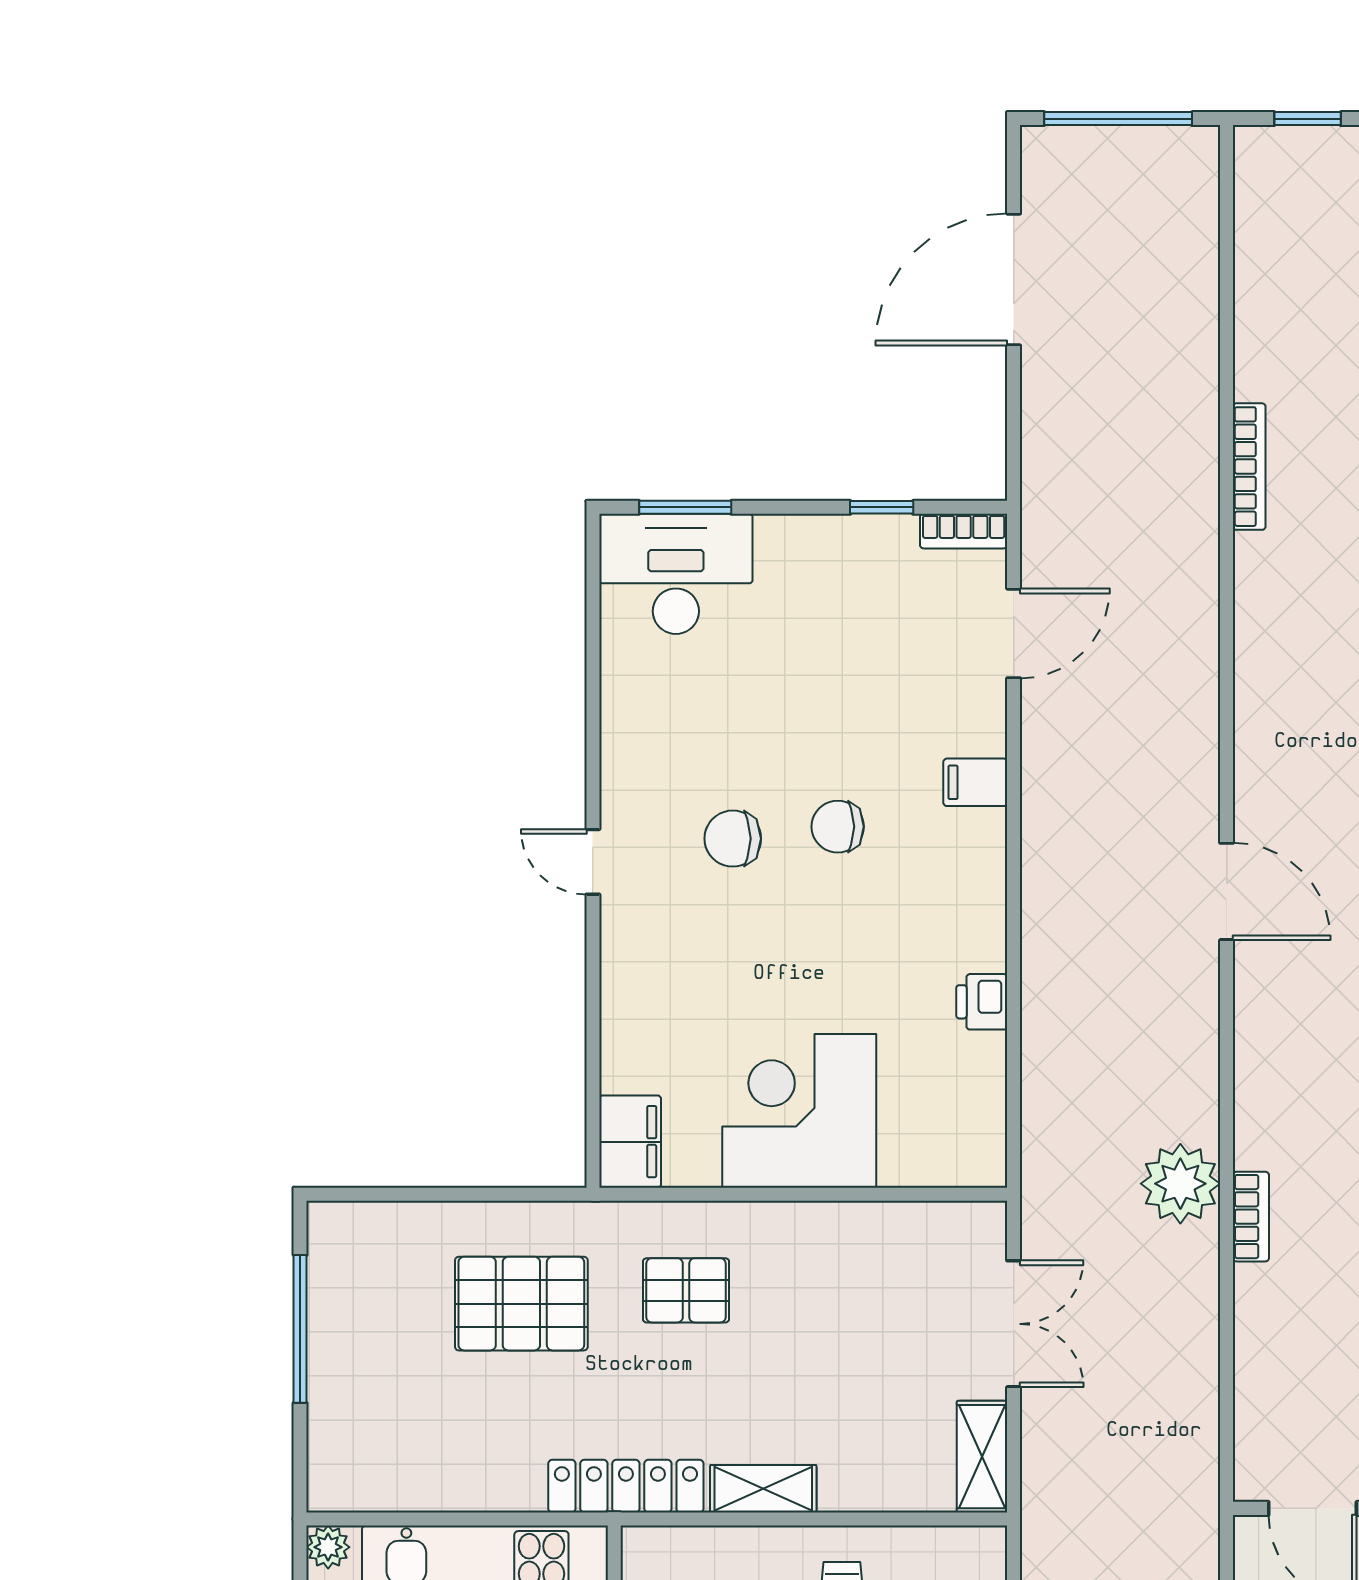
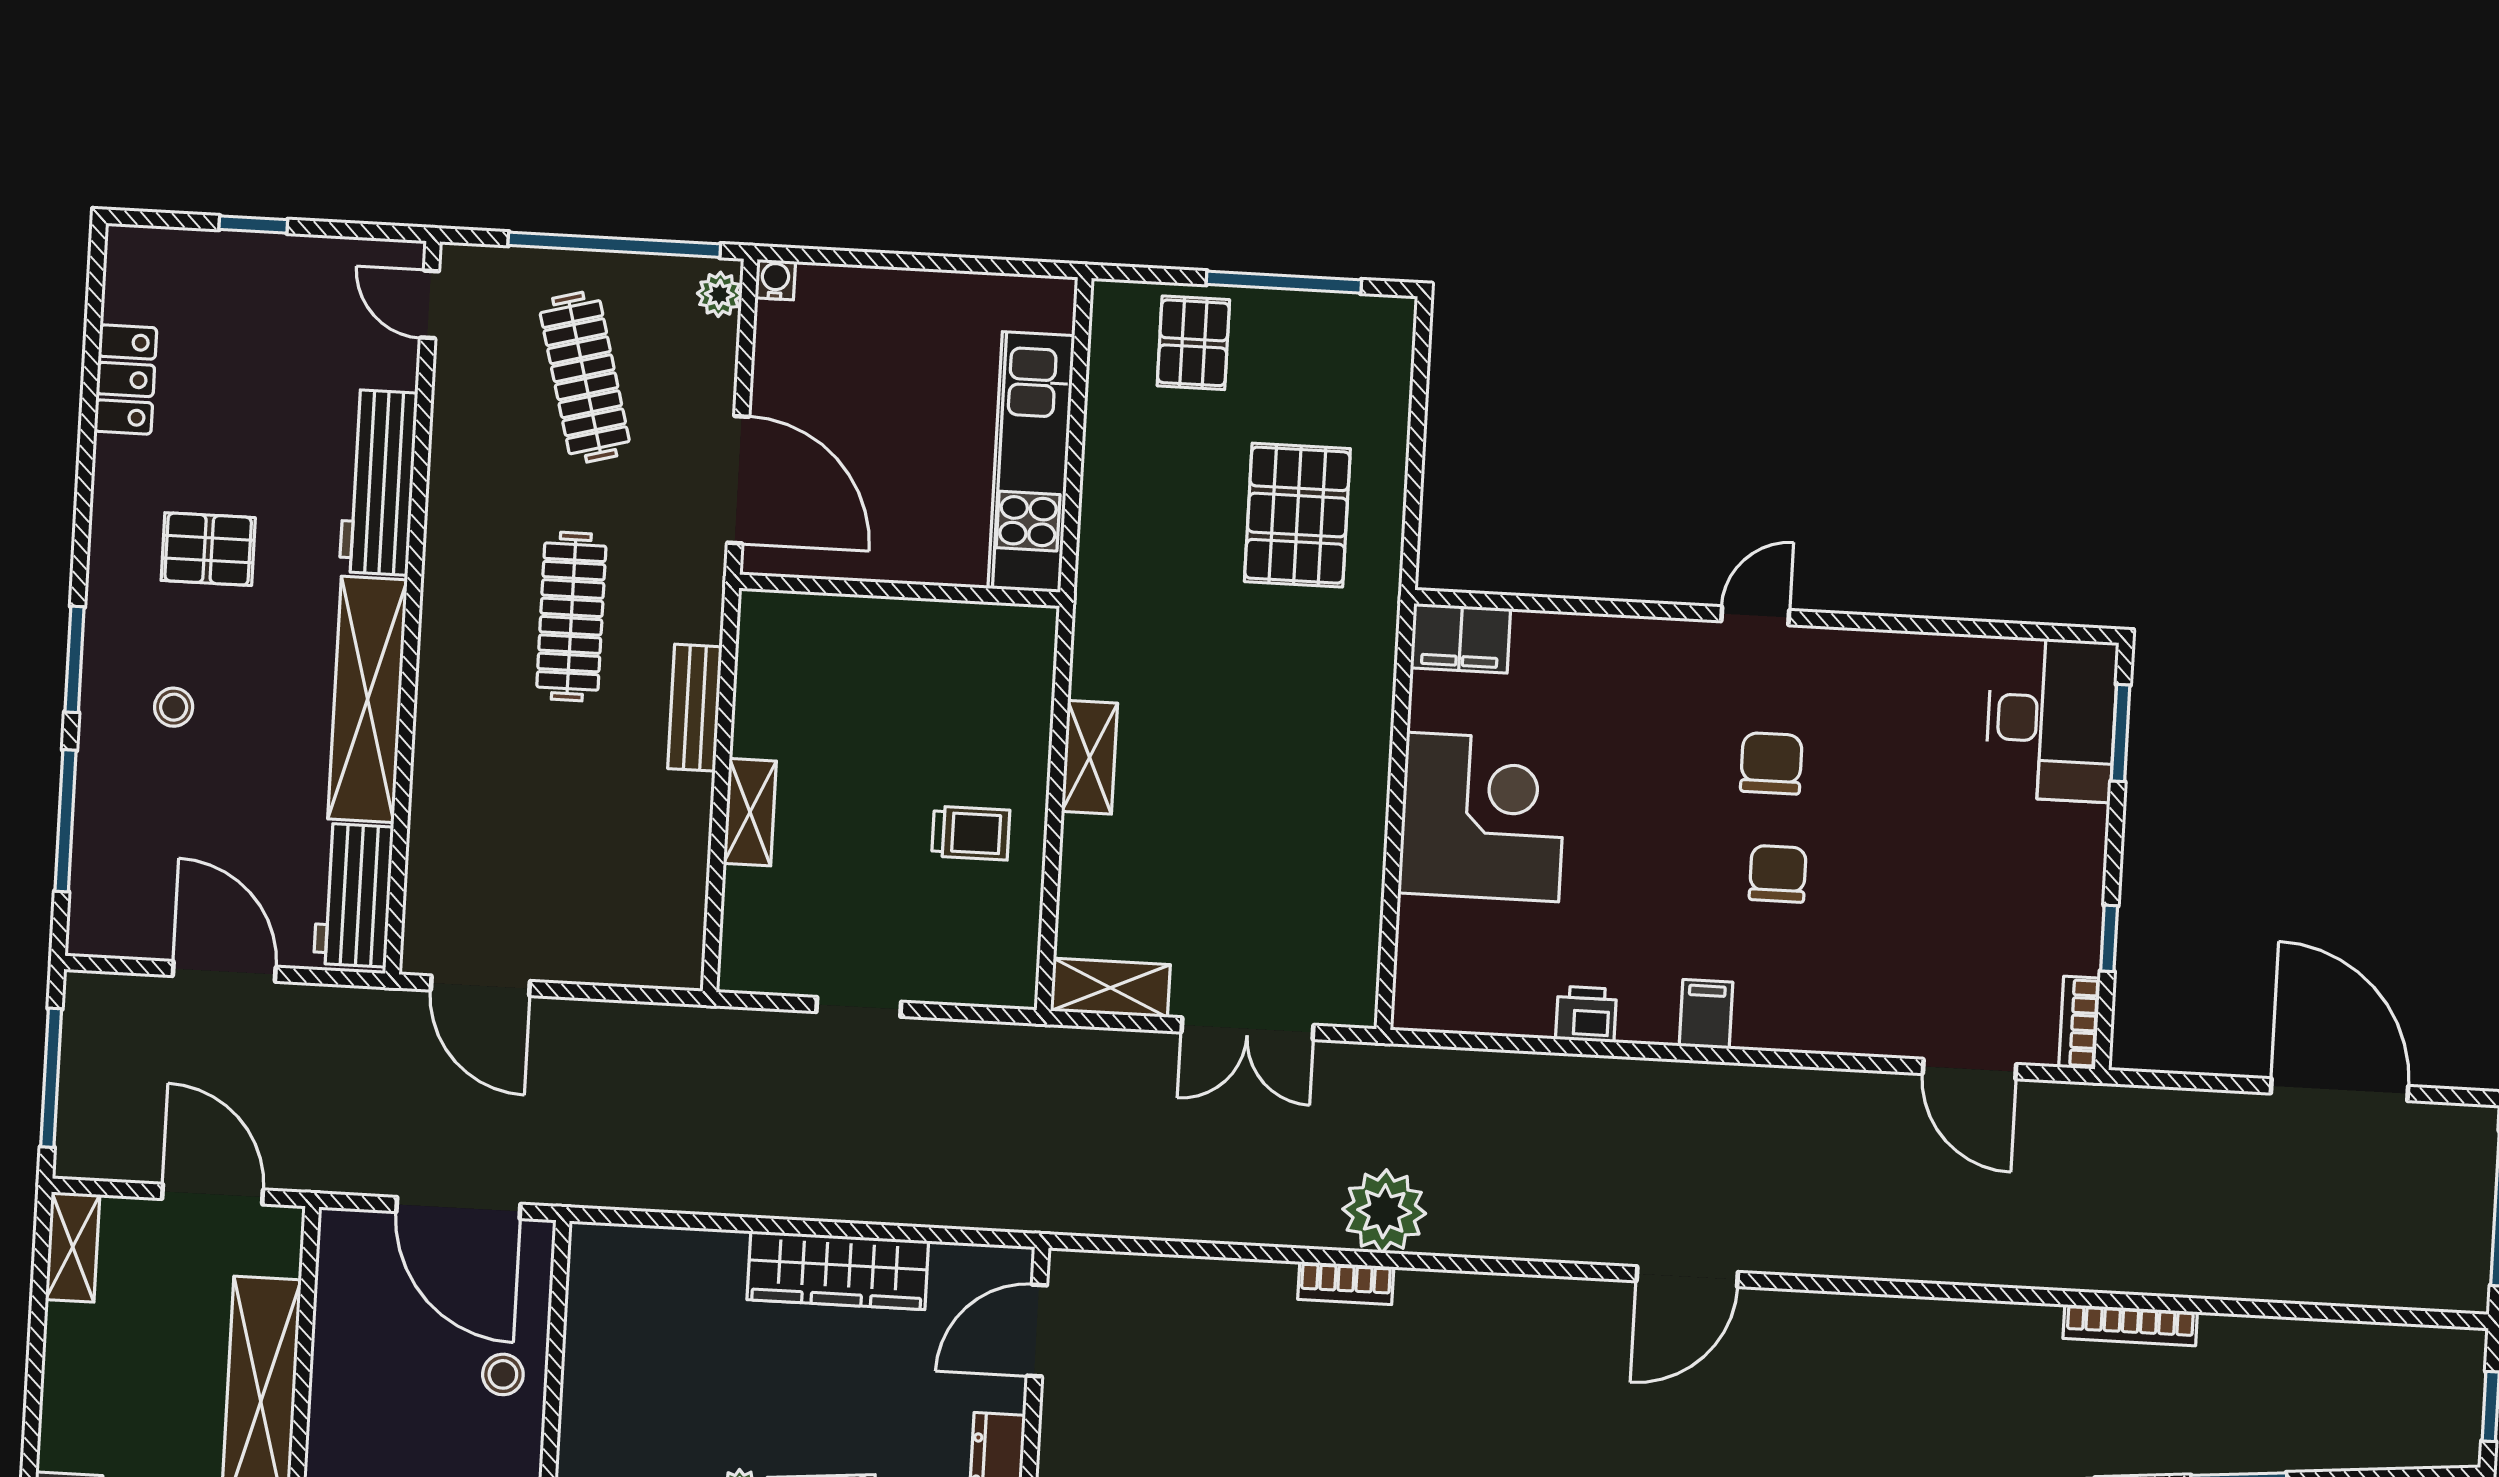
filing cabinet: (975, 782) -> (1706, 1014), moved
pallet: (686, 1290) -> (1193, 343), moved
locker: (626, 1486) -> (1100, 614), removed
plant: (328, 1547) -> (1054, 299), removed

